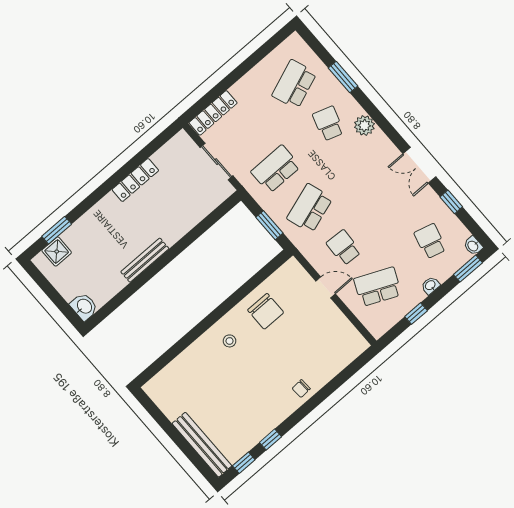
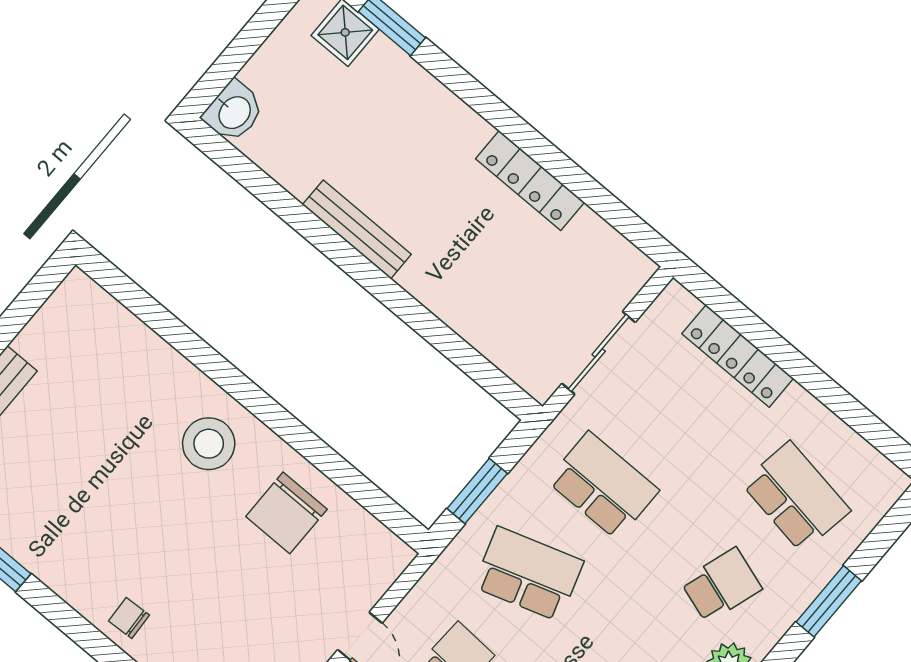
school desk: (294, 84) -> (796, 497), turned 30
locker: (213, 113) -> (738, 356), moved
stool: (229, 341) -> (209, 444), width x1.89, depth x1.89

